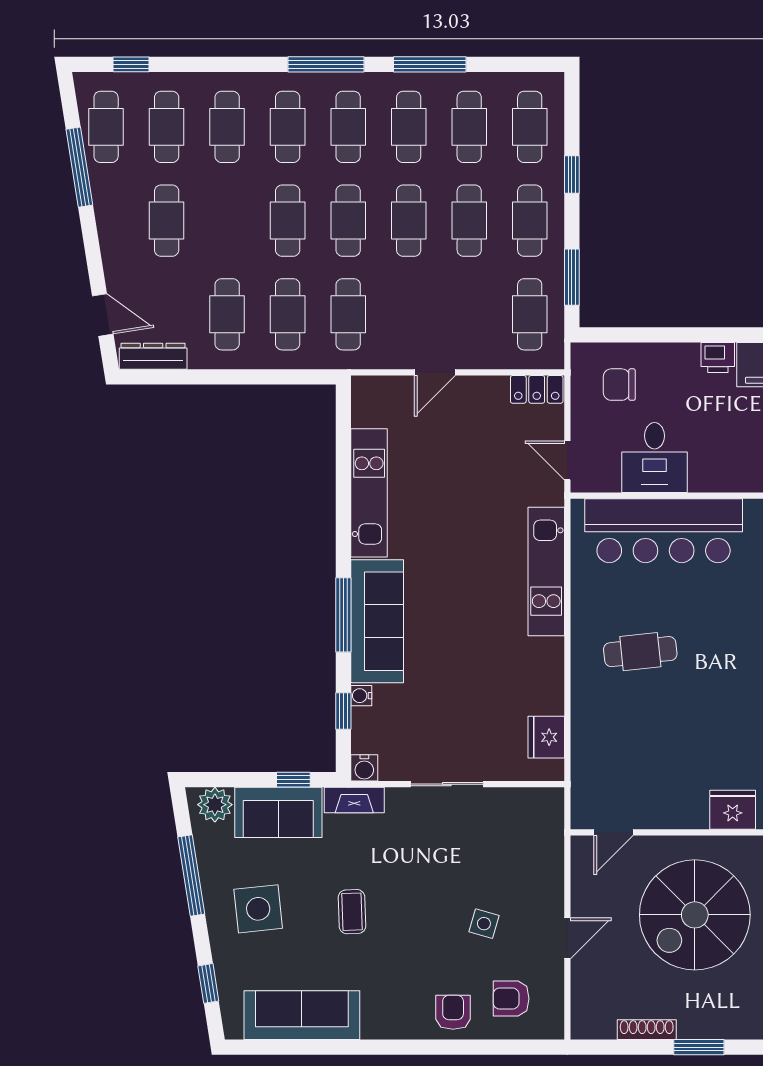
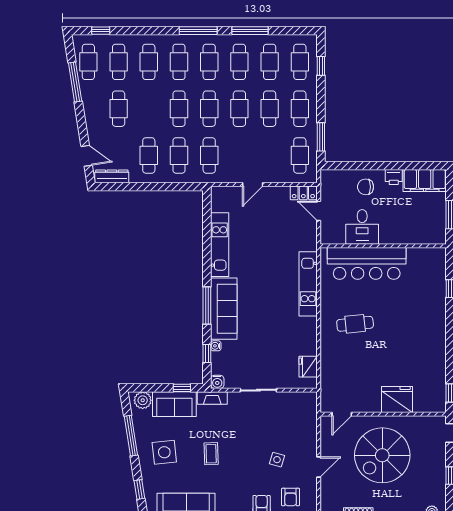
window: (572, 175) -> (321, 66), moved
chair: (619, 385) -> (366, 187), moved
door: (567, 460) -> (319, 211), moved
fridge: (733, 810) -> (397, 399), width x1.36, depth x1.34
armchair: (511, 999) -> (291, 497), turned -90

